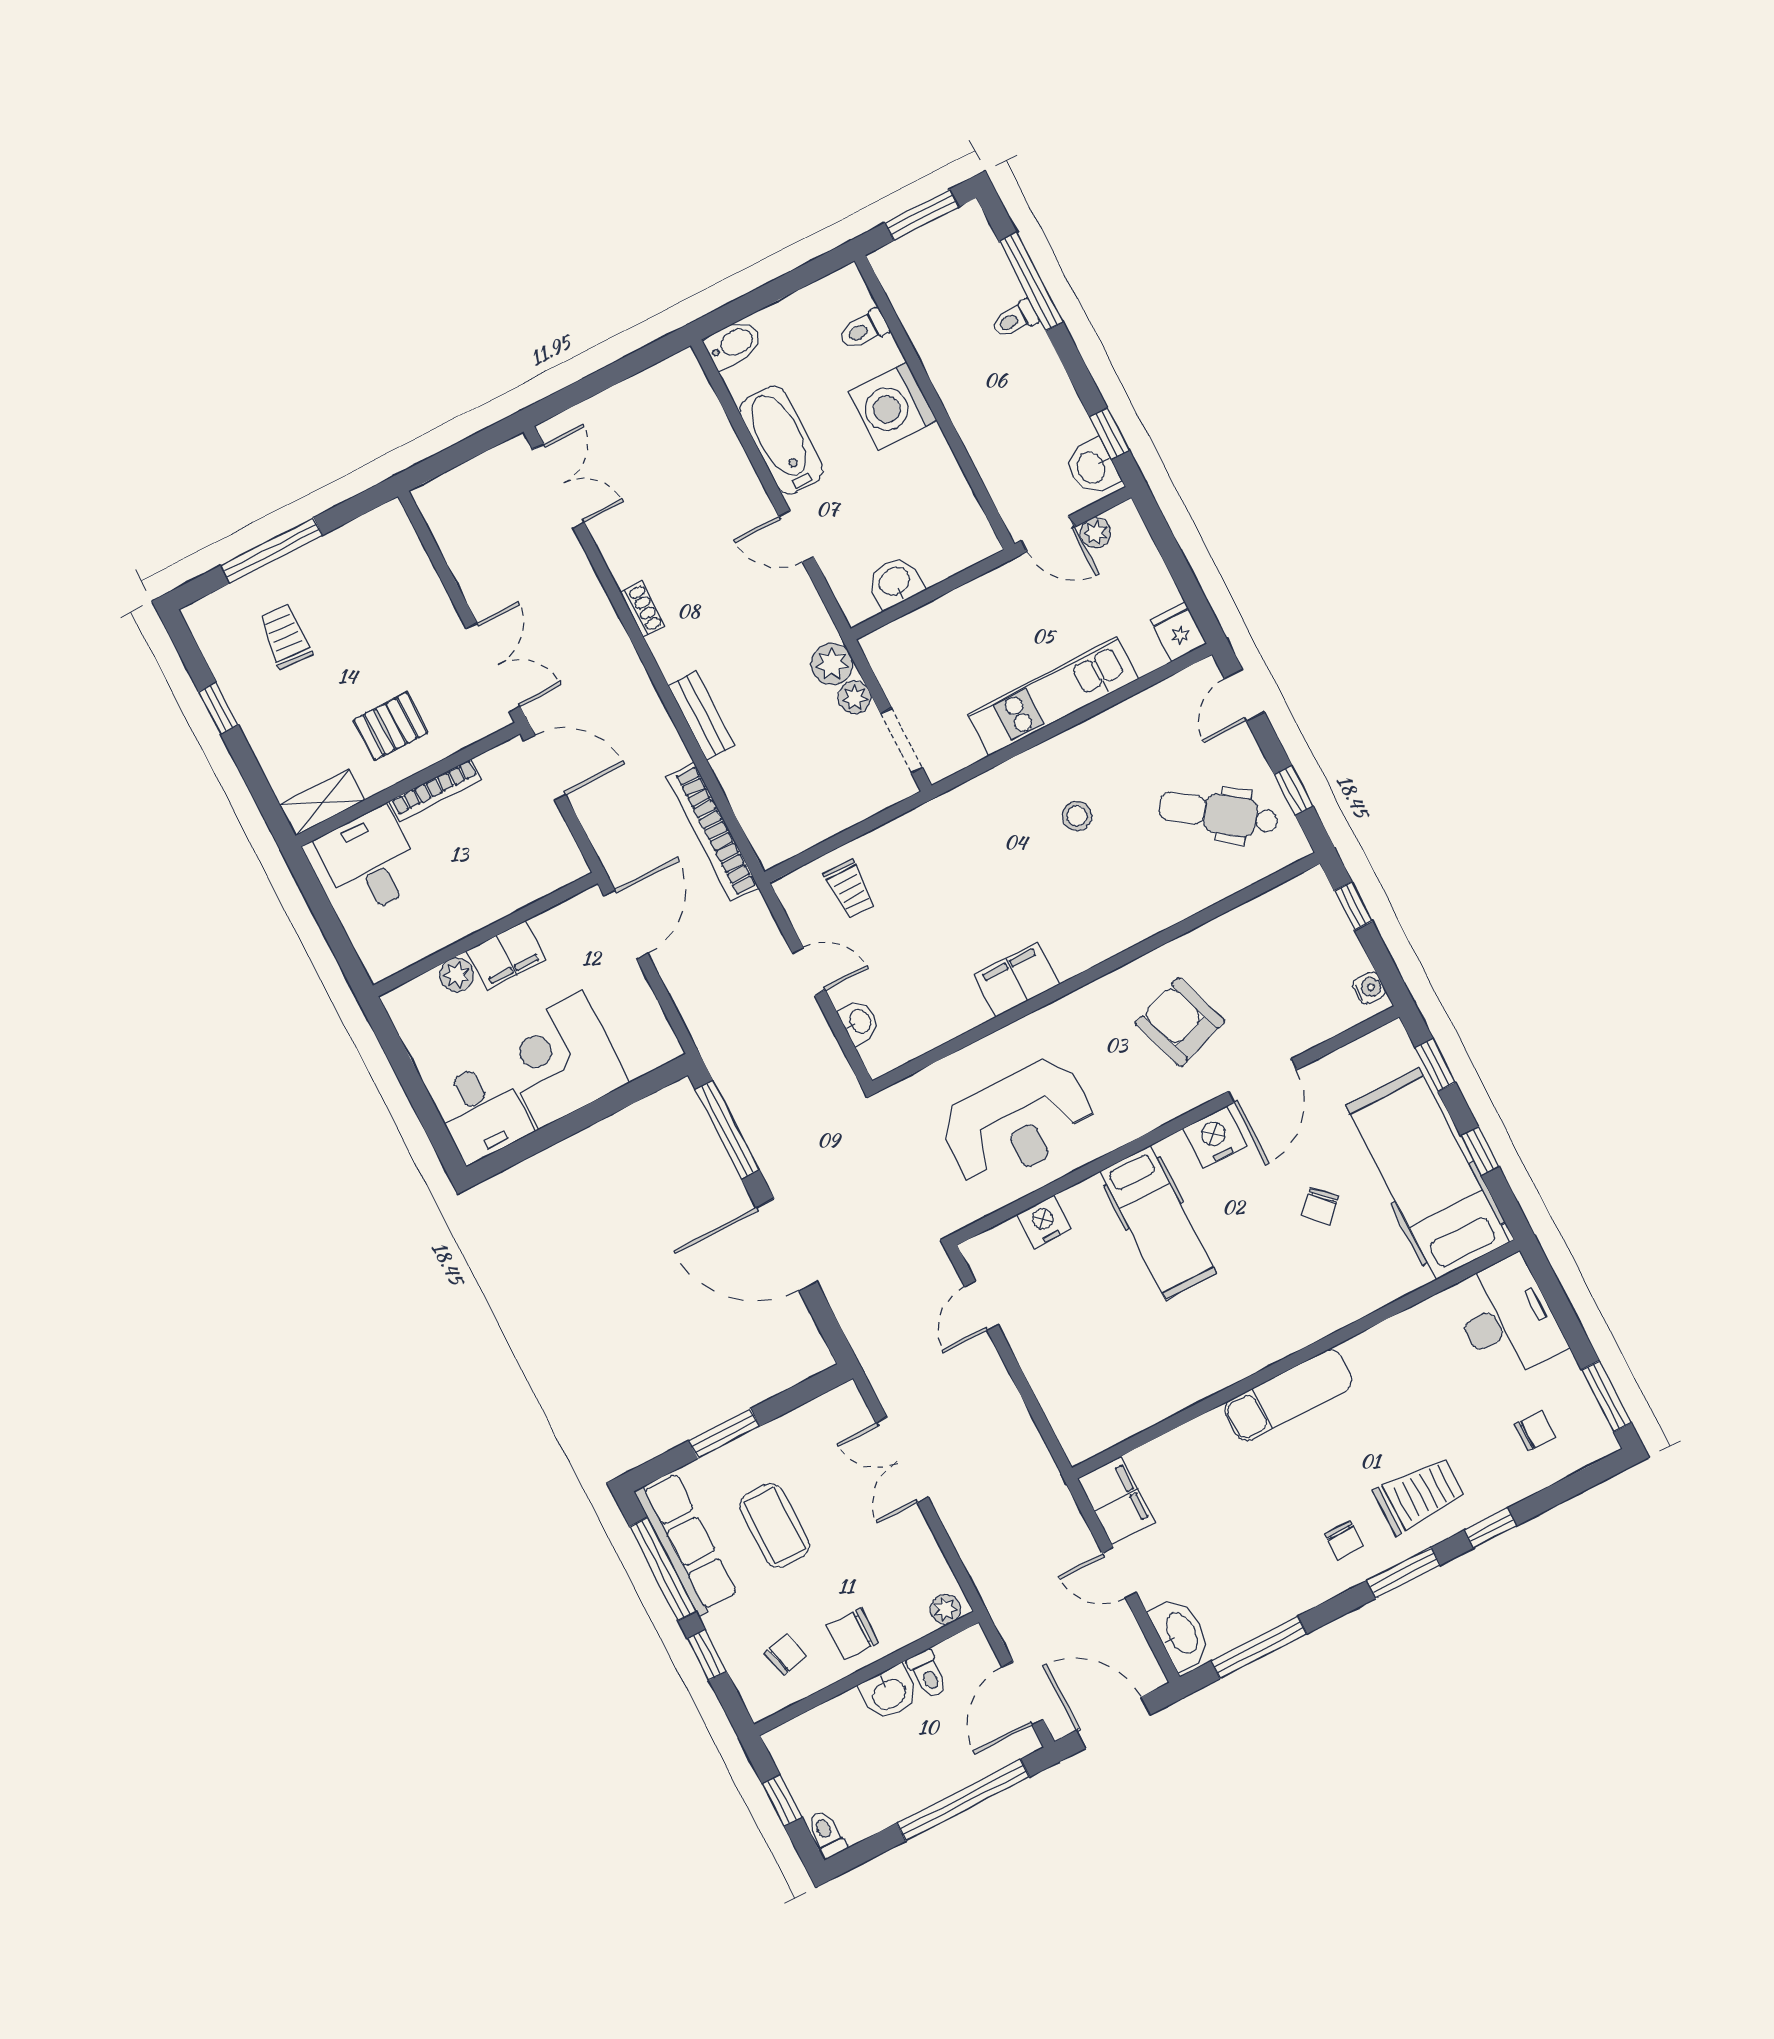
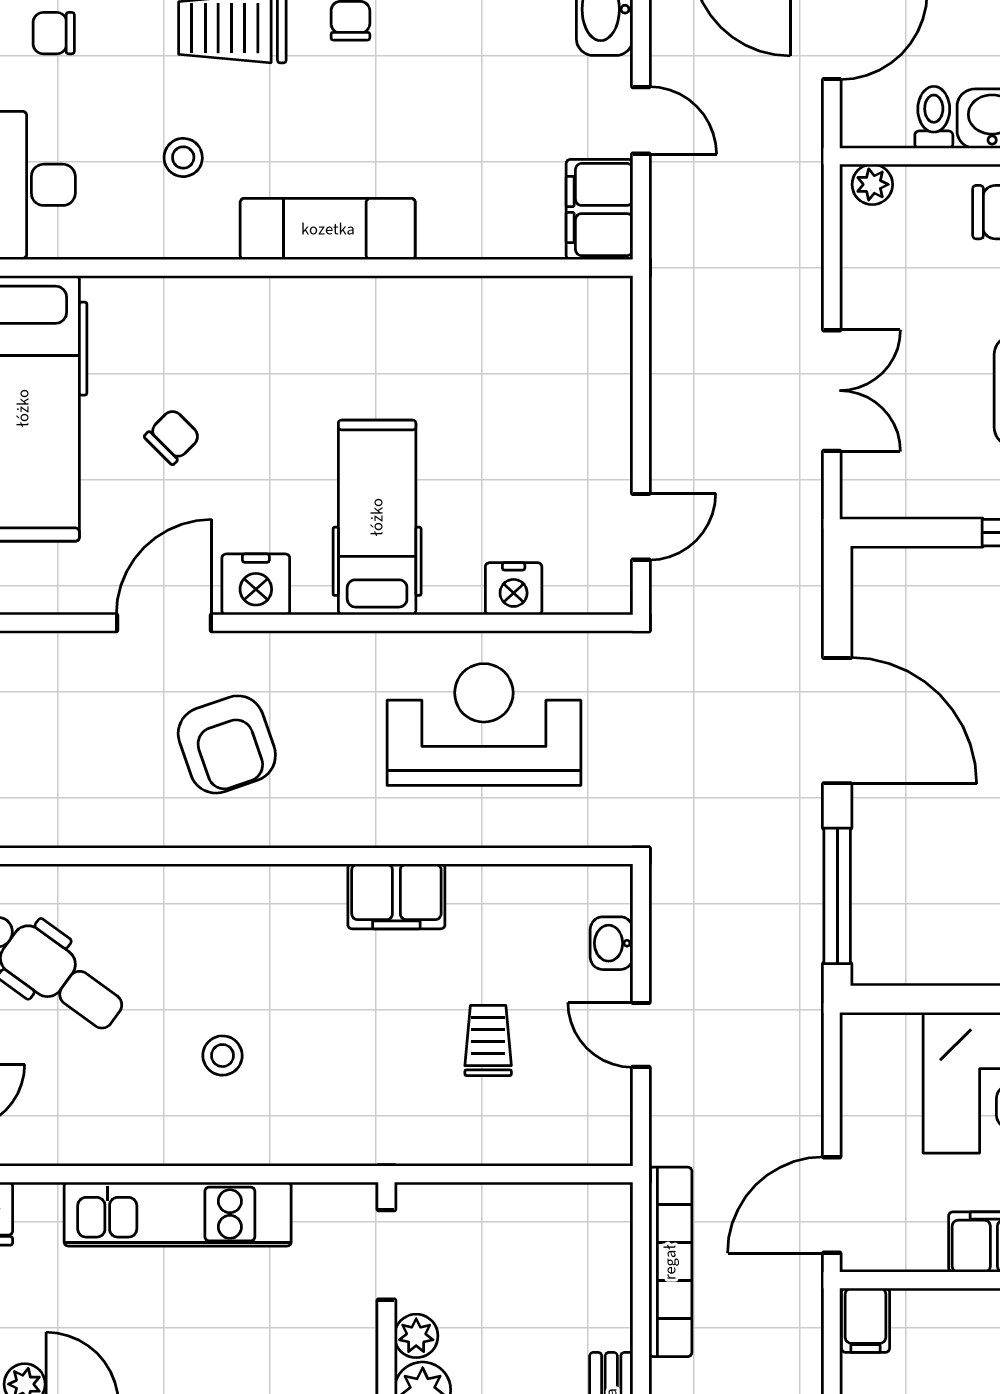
filing cabinet: (564, 860) -> (866, 1320), added
trolley: (850, 889) -> (488, 1040), moved
stool: (1408, 1393) -> (183, 157), added

